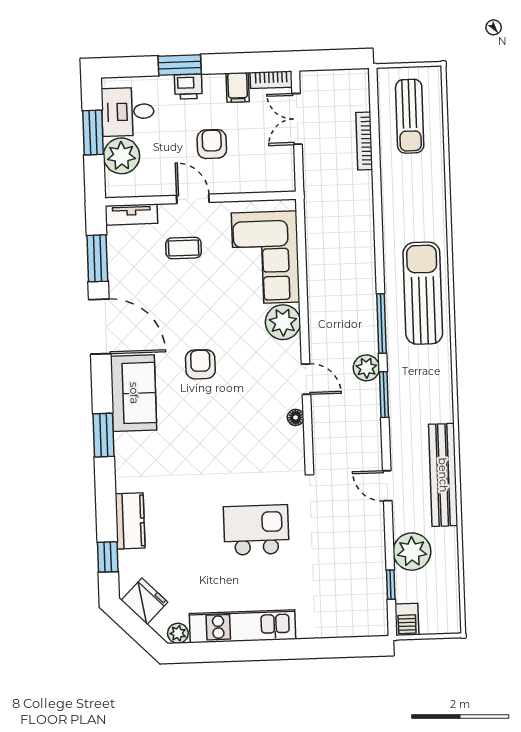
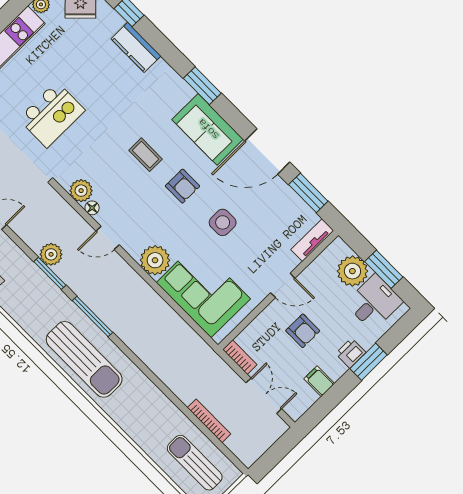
bookcase: (271, 80) -> (240, 357), moved, turned 90
coffee table: (184, 248) -> (146, 155), moved, turned 90
side table: (195, 301) -> (223, 222), added
plant: (366, 368) -> (51, 254), moved
plant: (291, 441) -> (81, 191), added

